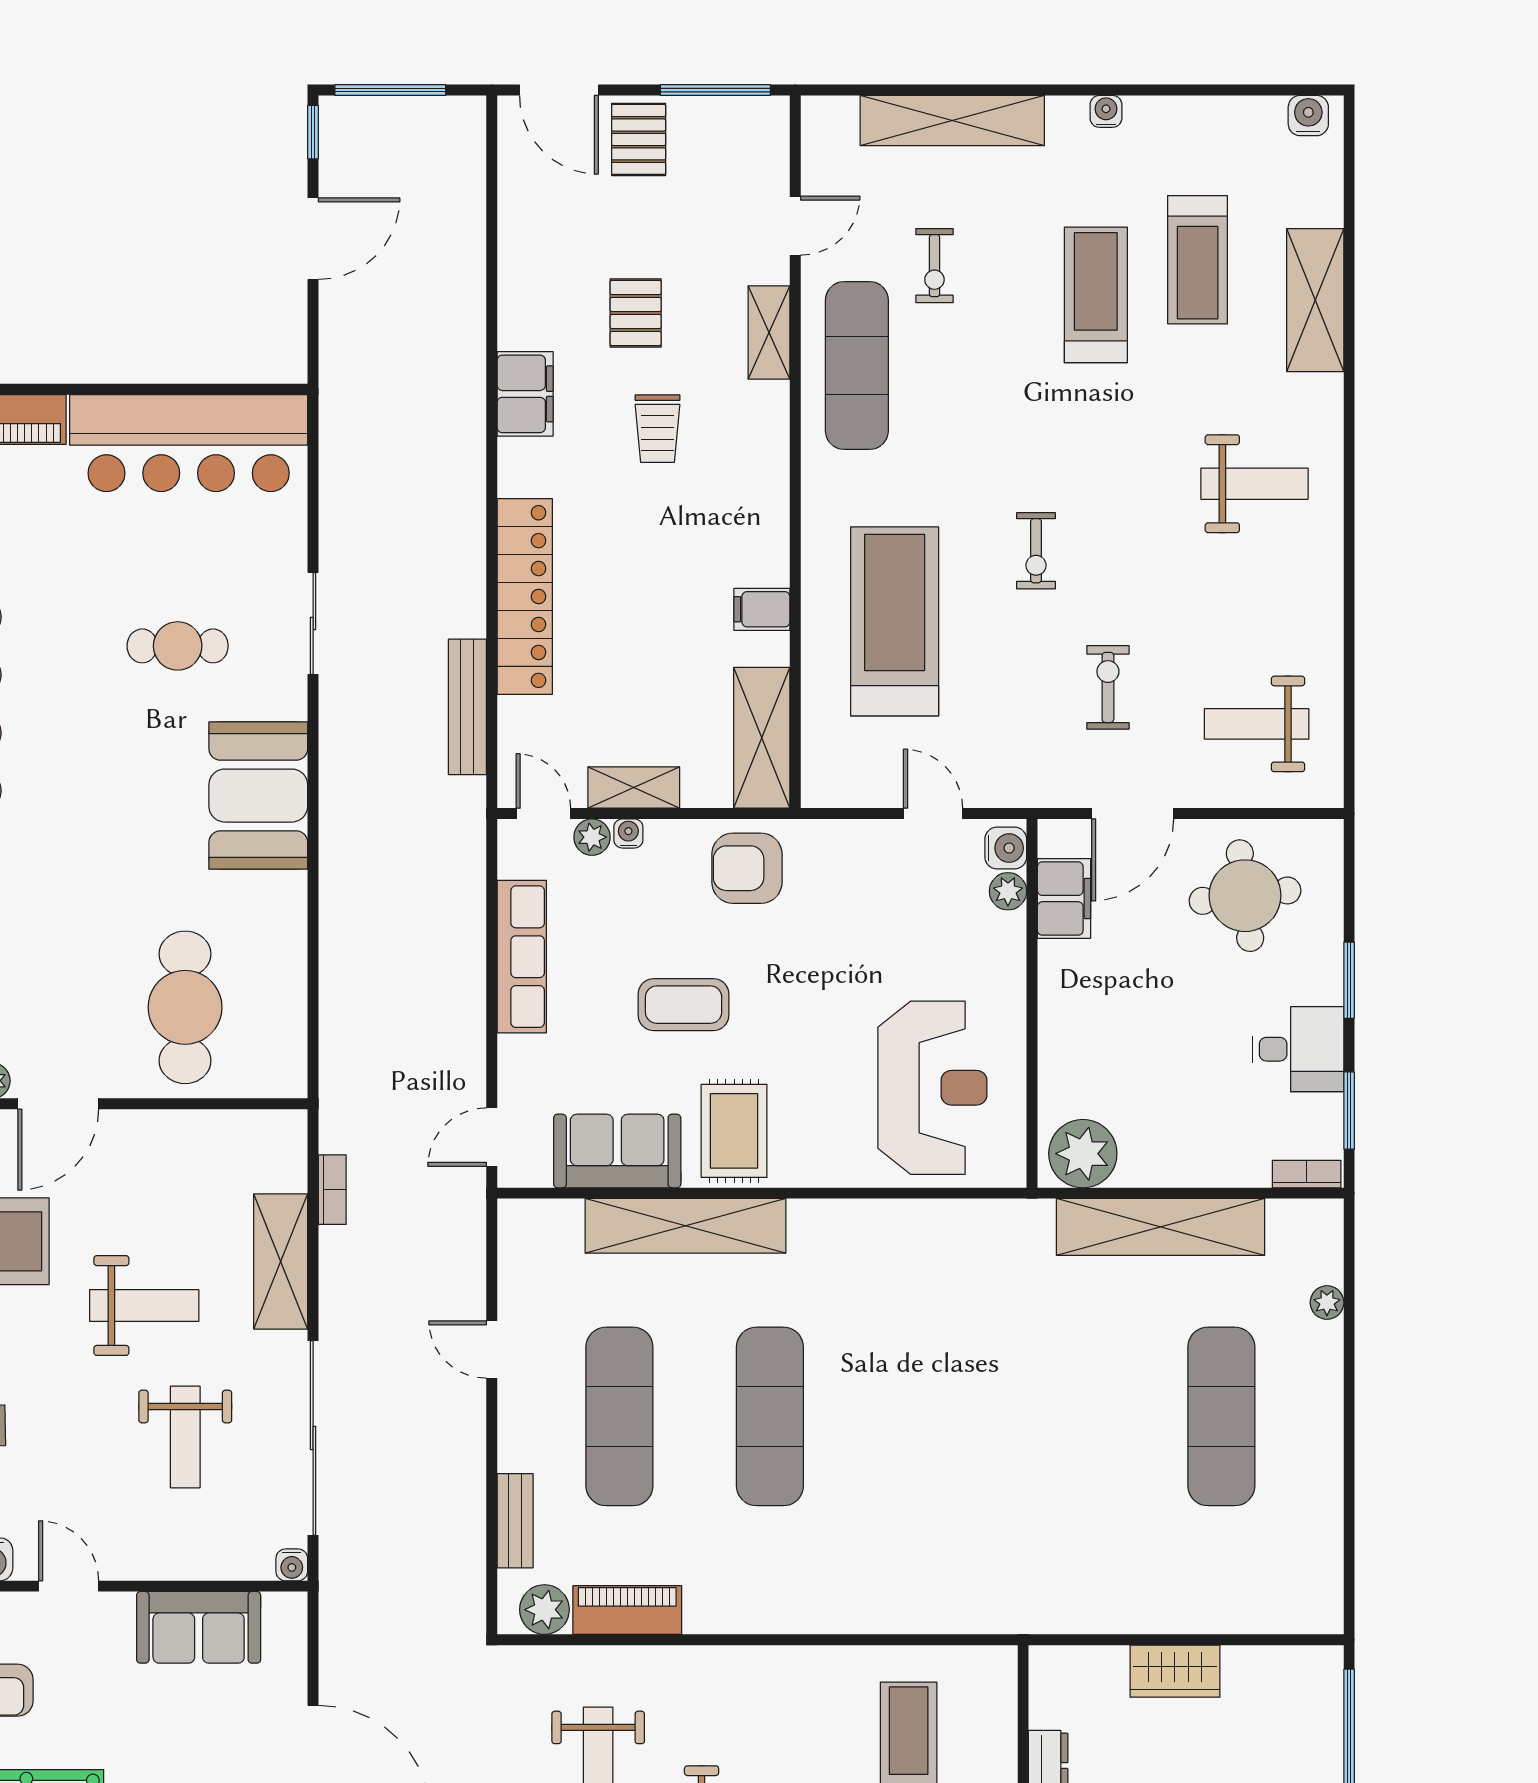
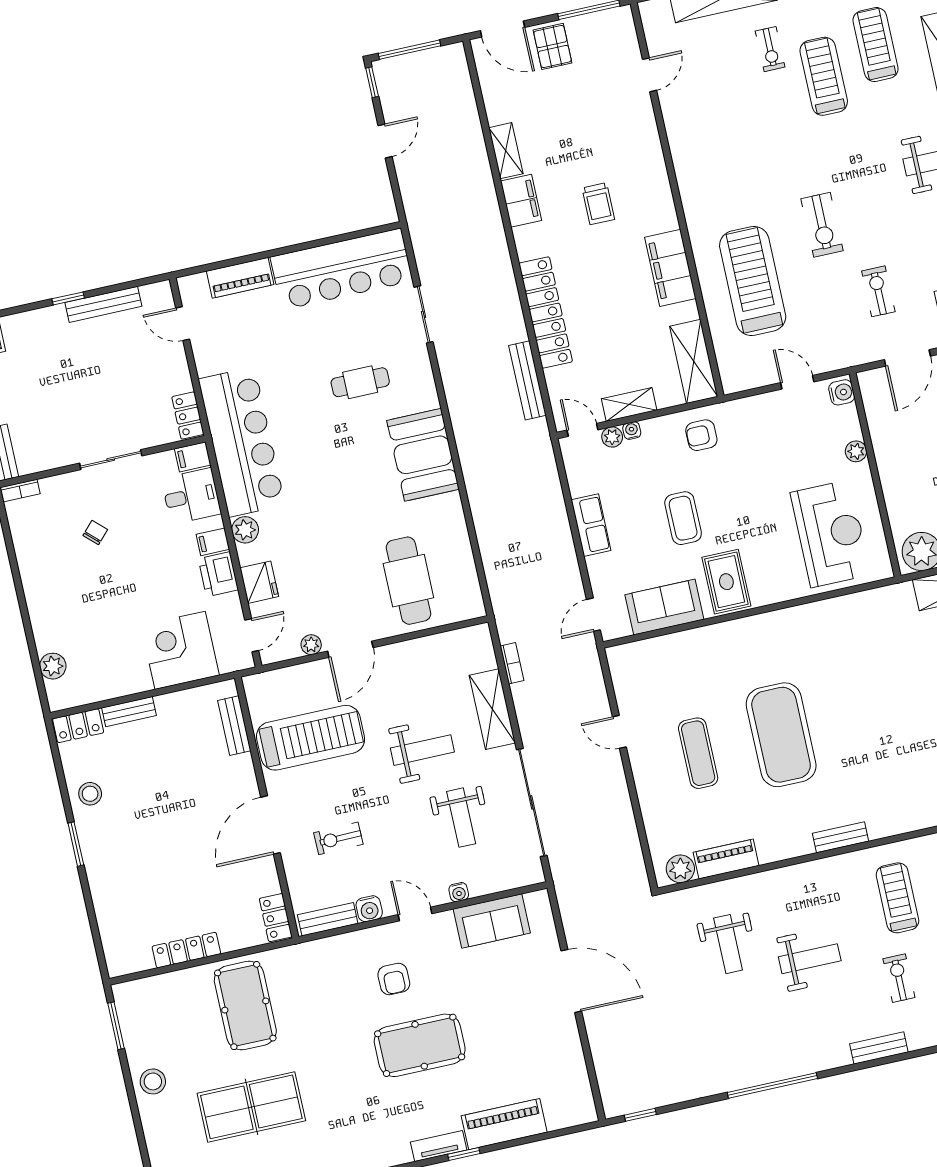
door: (313, 239) -> (385, 141), width x0.73
treadmill: (1198, 260) -> (876, 45), turned 180
exercise bike: (934, 266) -> (770, 49), moved
pallet: (636, 313) -> (572, 143), removed
shelving: (769, 332) -> (506, 151), moved
exercise mat: (857, 365) -> (701, 144), removed
exercise bike: (1036, 551) -> (822, 225), width x1.38, depth x1.39
filing cabinet: (762, 609) -> (670, 268), width x3.00, depth x1.17
sliding door: (313, 623) -> (424, 314), moved
armchair: (747, 868) -> (701, 435), width x0.72, depth x0.72
plant: (1008, 891) -> (856, 451), moved
filing cabinet: (1064, 899) -> (880, 413), removed
row of seats: (522, 957) -> (591, 525), width x0.68
coffee table: (684, 1005) -> (683, 518), turned 90
shelving: (686, 1226) -> (711, 640), removed
exercise mat: (619, 1416) -> (698, 753), width x0.73, depth x0.69
exercise mat: (770, 1416) -> (781, 735), width x1.47
bench: (515, 1521) -> (841, 837), moved, turned 90
water cooler: (292, 1565) -> (459, 892), moved

